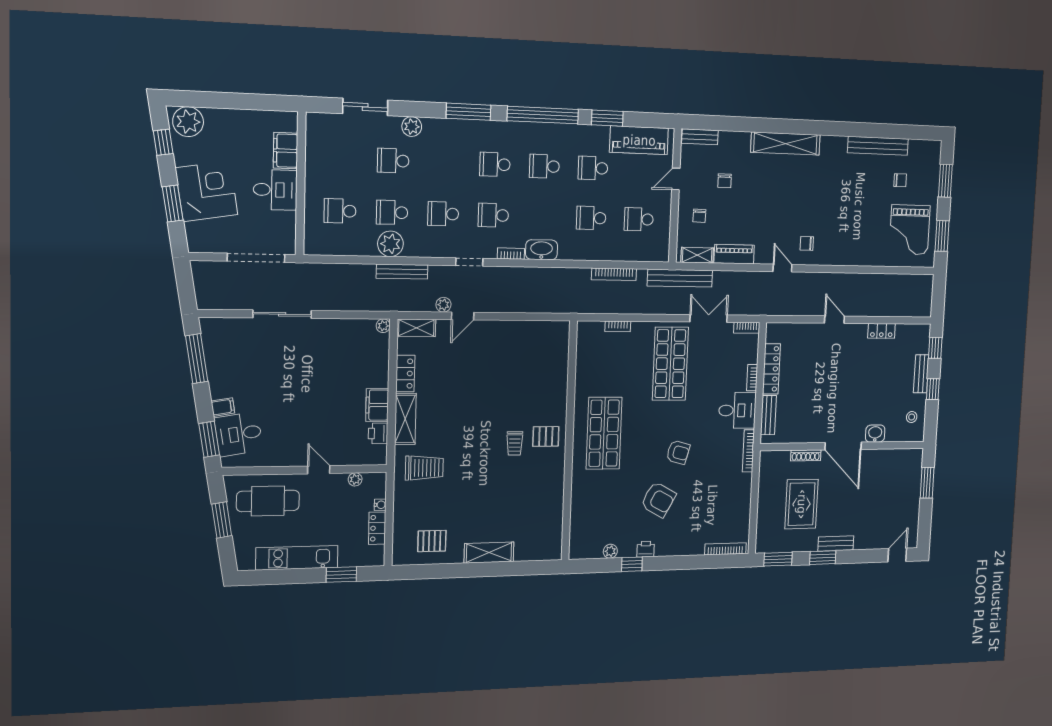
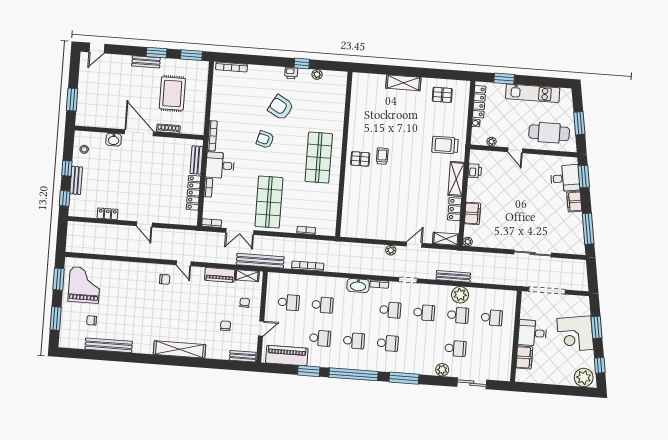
plant: (443, 305) -> (391, 250), moved
filing cabinet: (377, 405) -> (473, 213), moved
filing cabinet: (223, 407) -> (574, 202), width x2.00
locker: (377, 528) -> (479, 102), width x1.53

